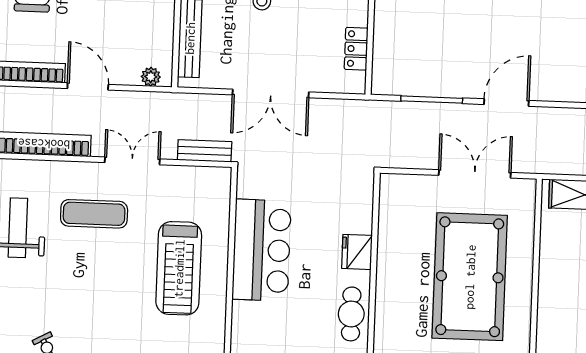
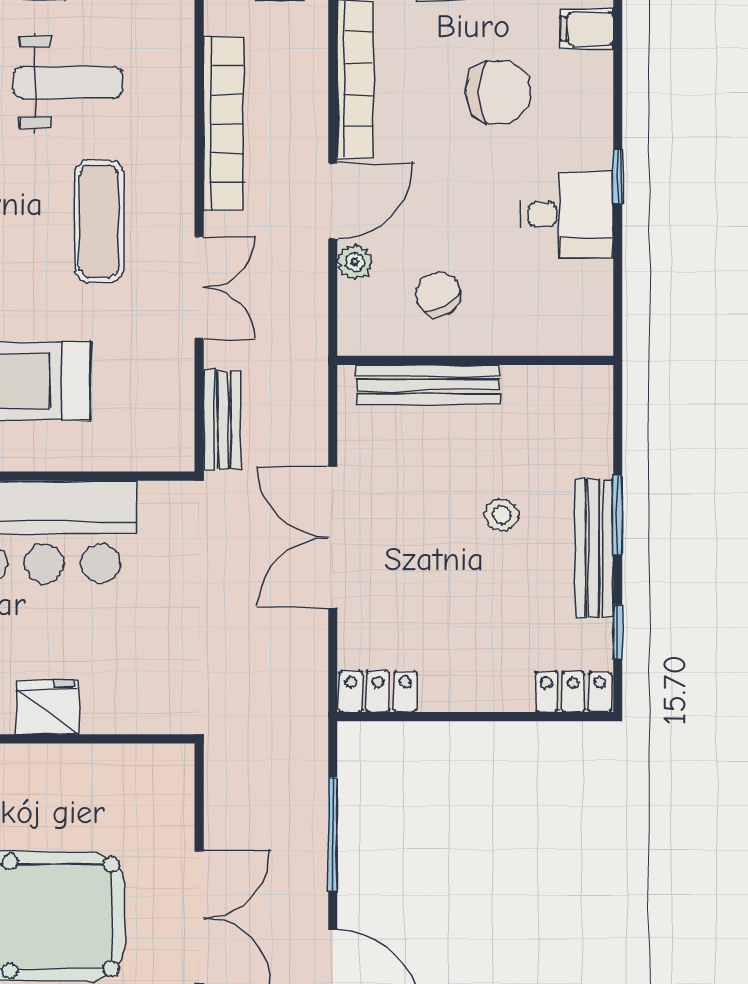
chair: (141, 31) -> (438, 294), added
locker: (356, 49) -> (378, 691), moved
plant: (151, 77) -> (355, 262), moved

